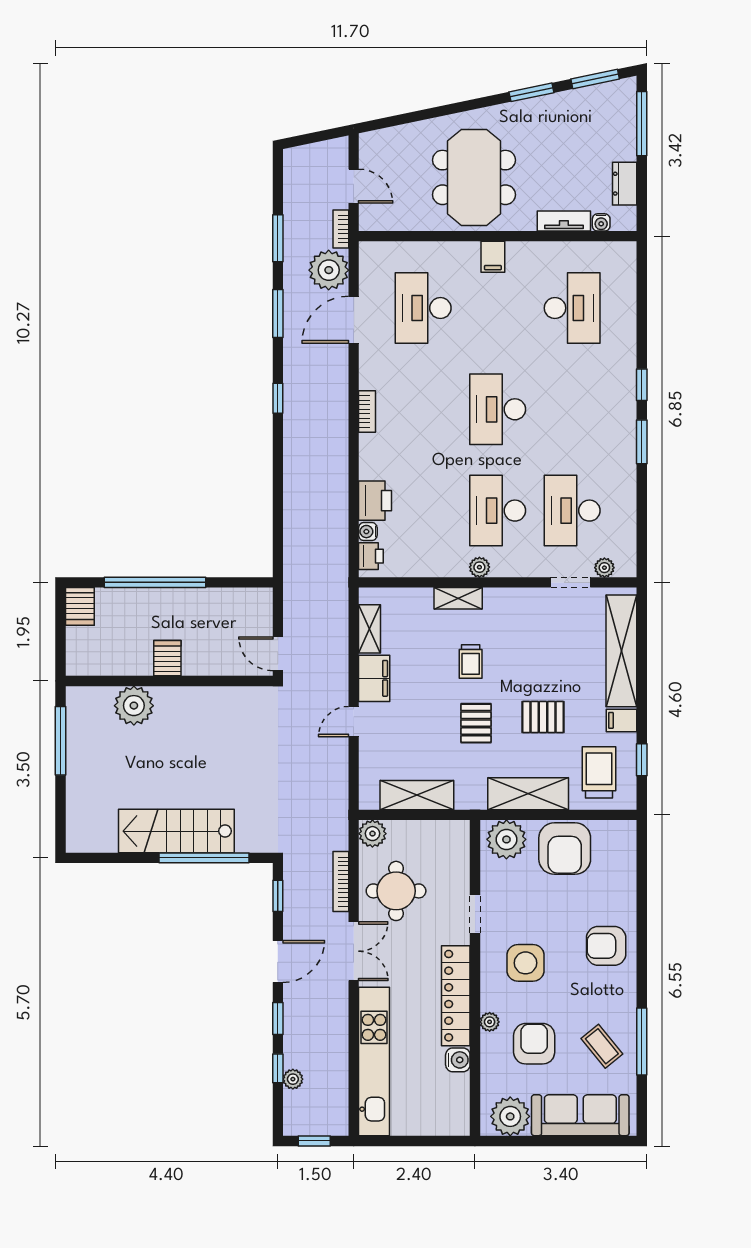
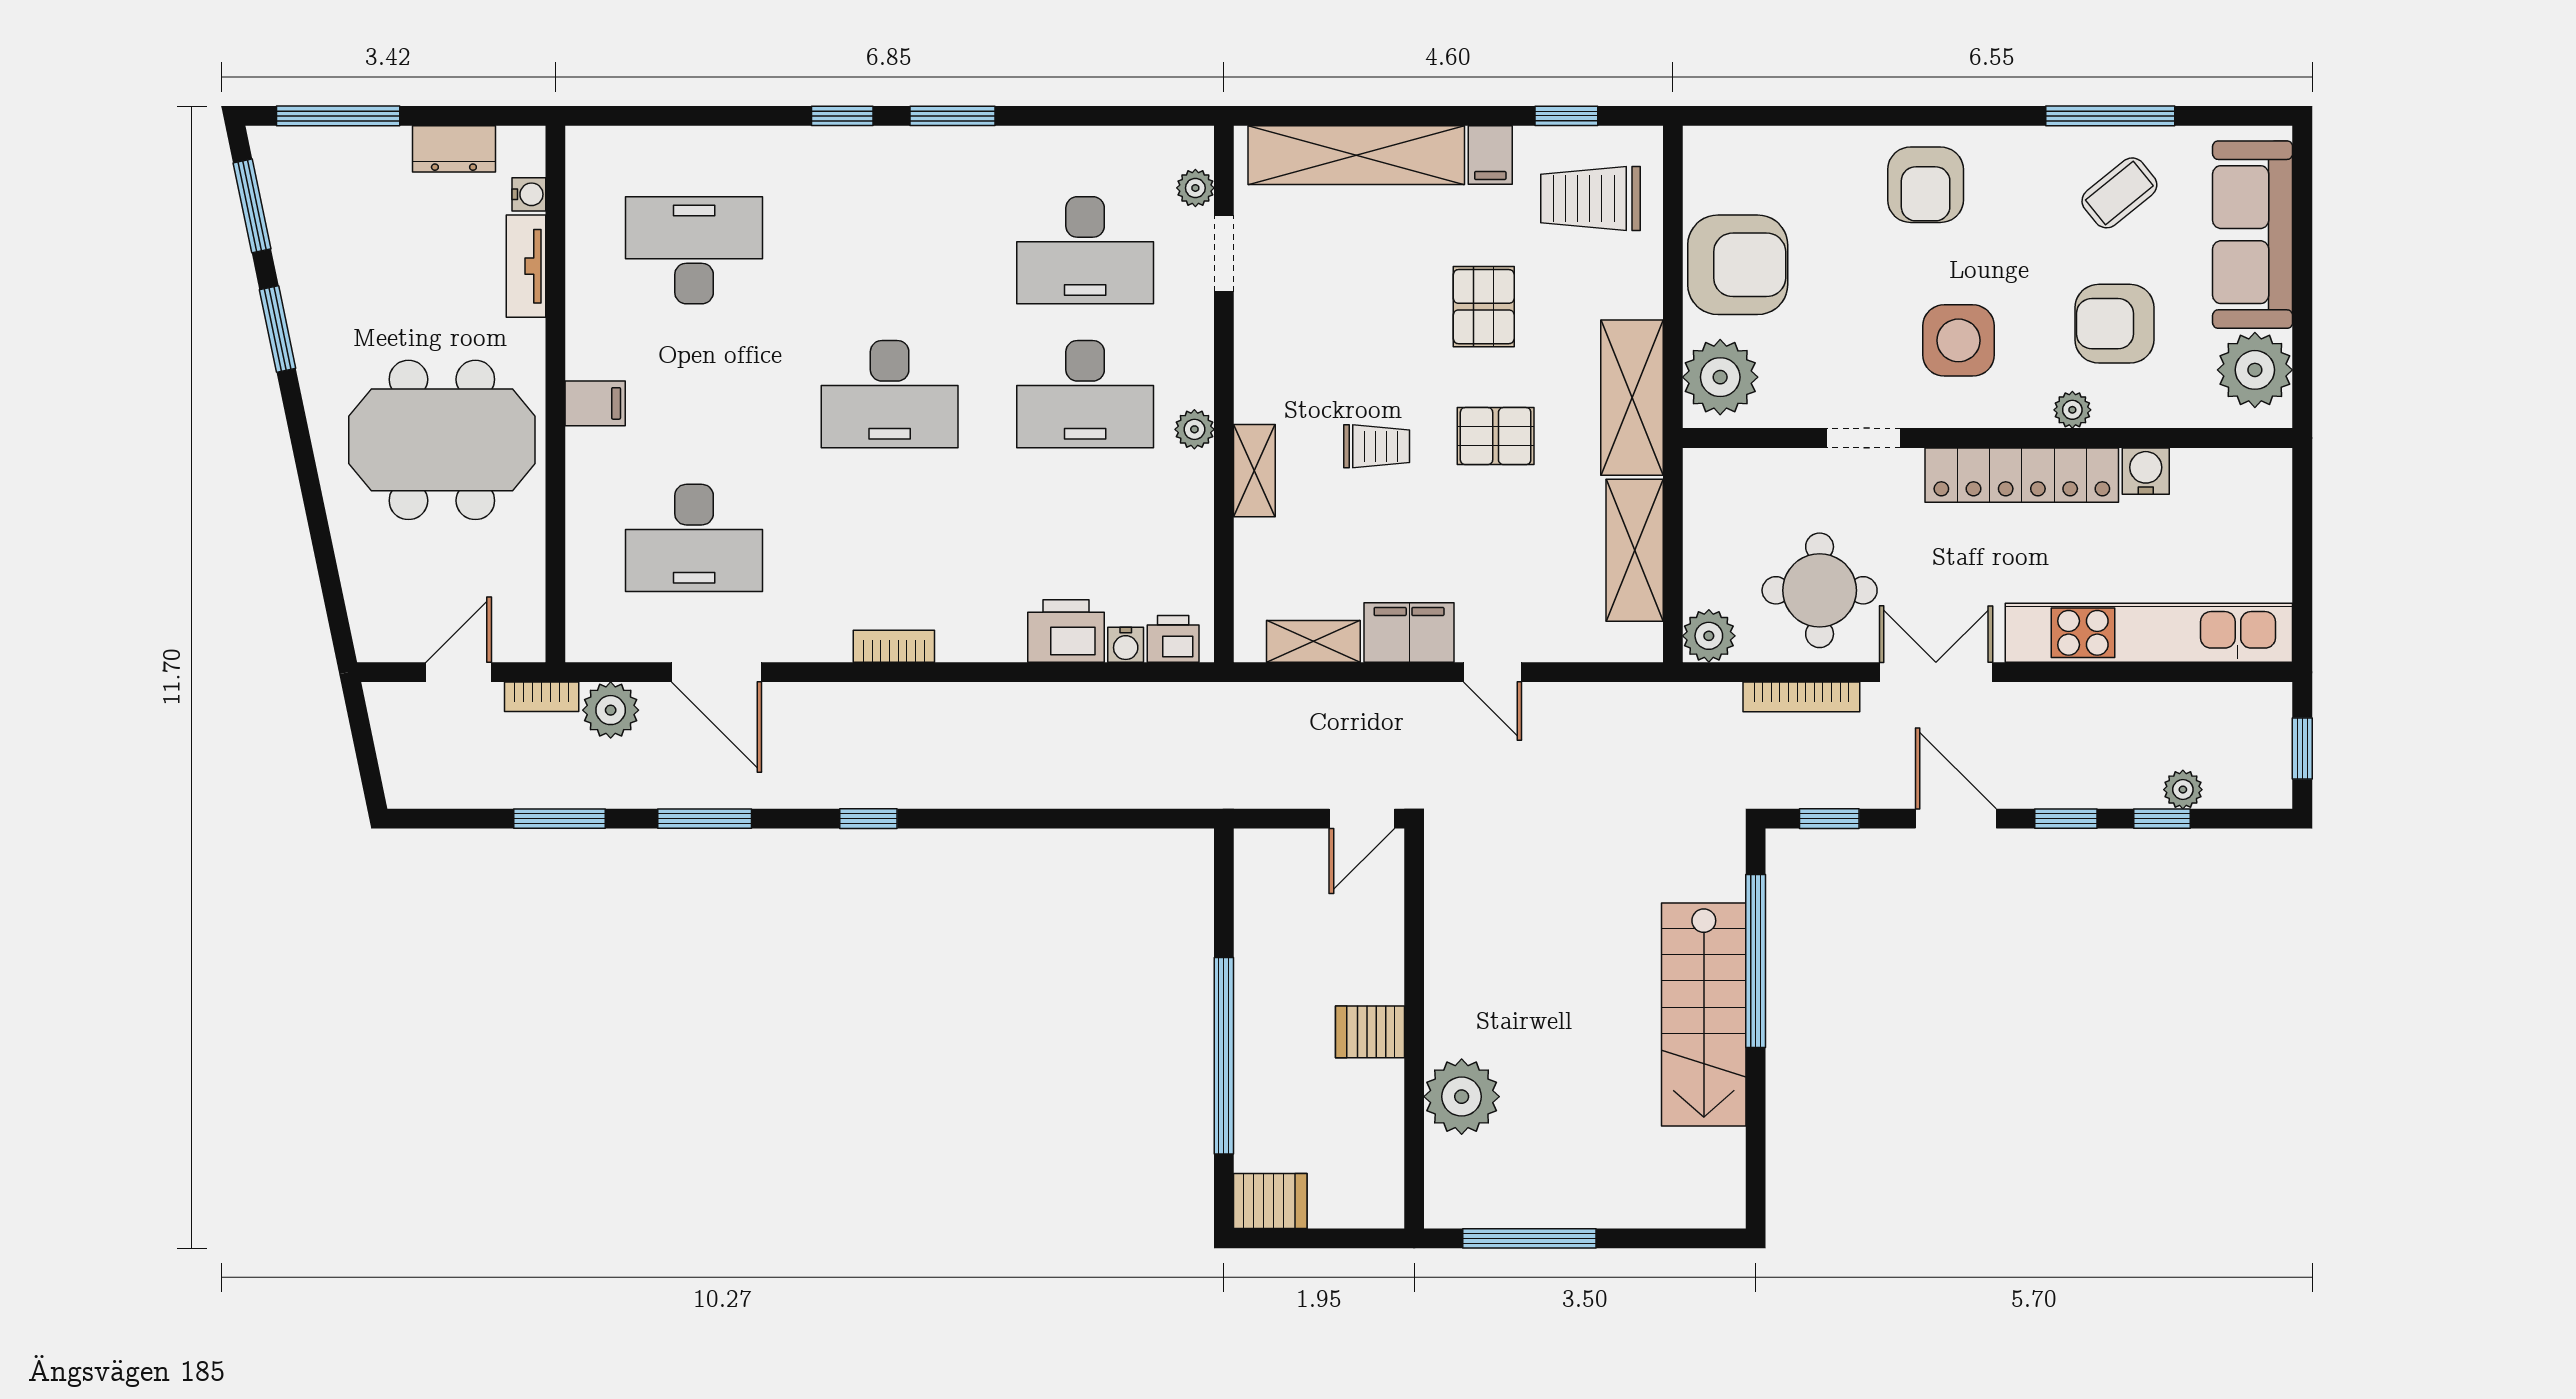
plant: (329, 270) -> (611, 710), width x0.73, depth x0.73
shelving: (528, 794) -> (1632, 398), moved

